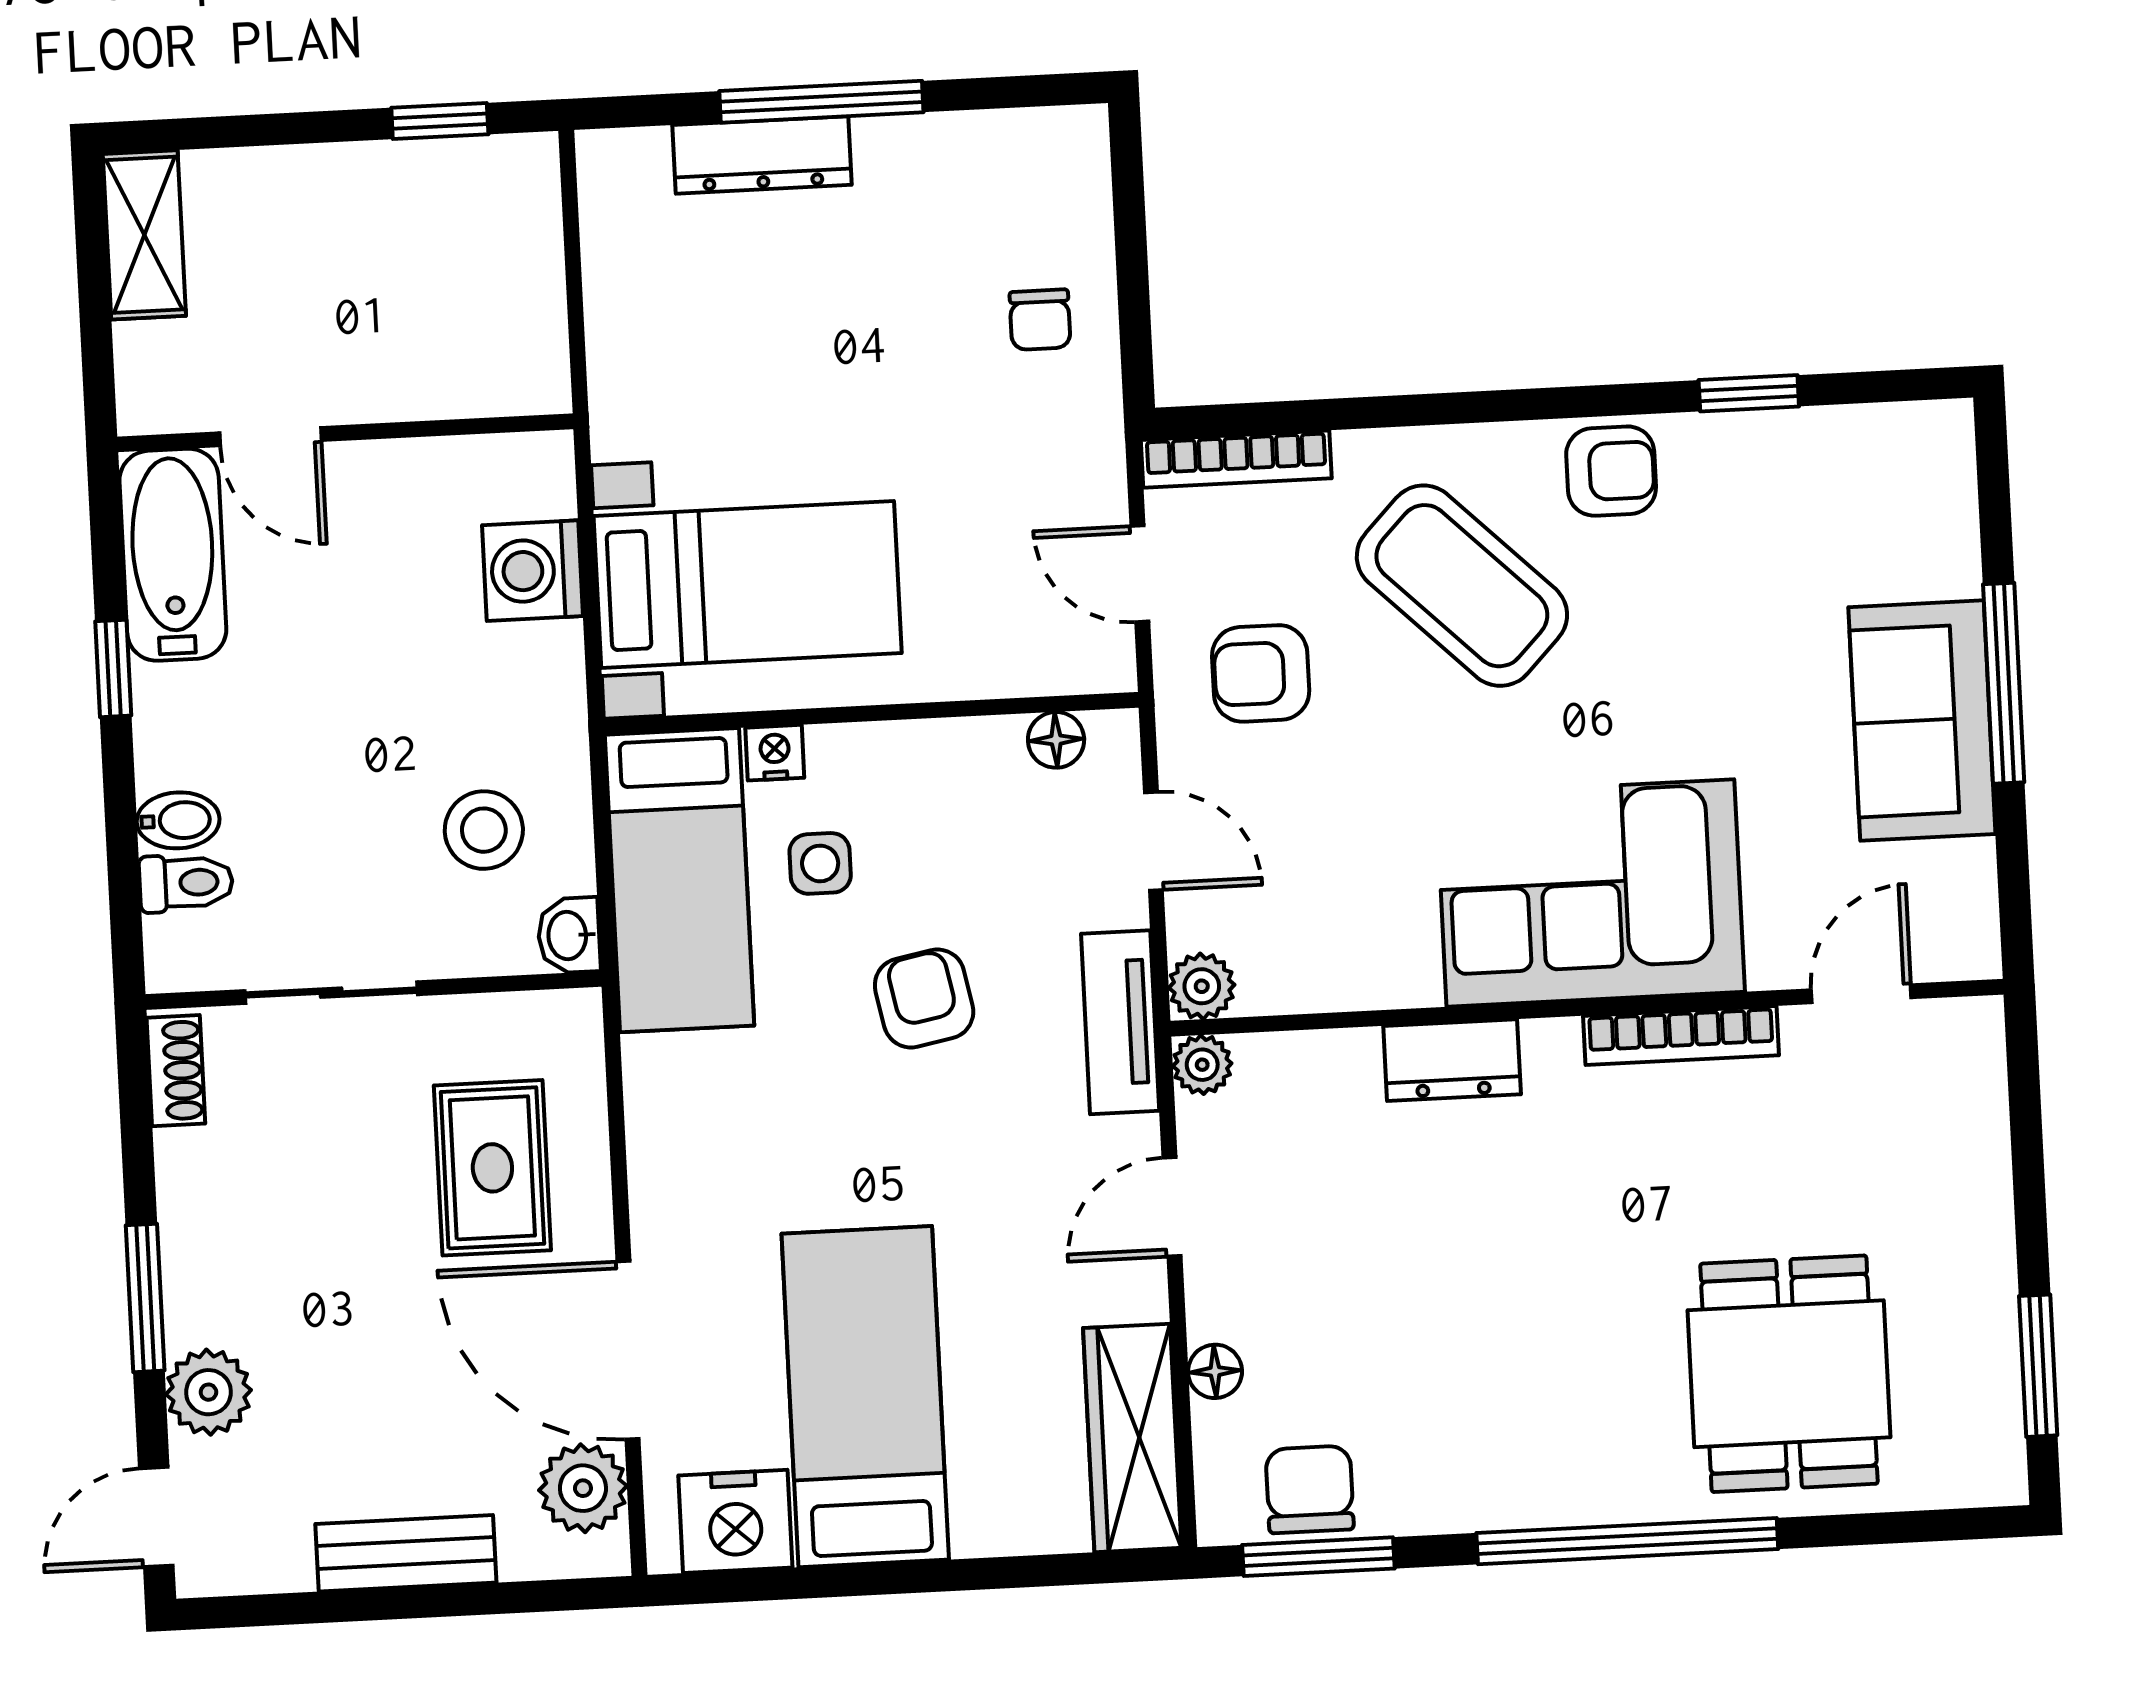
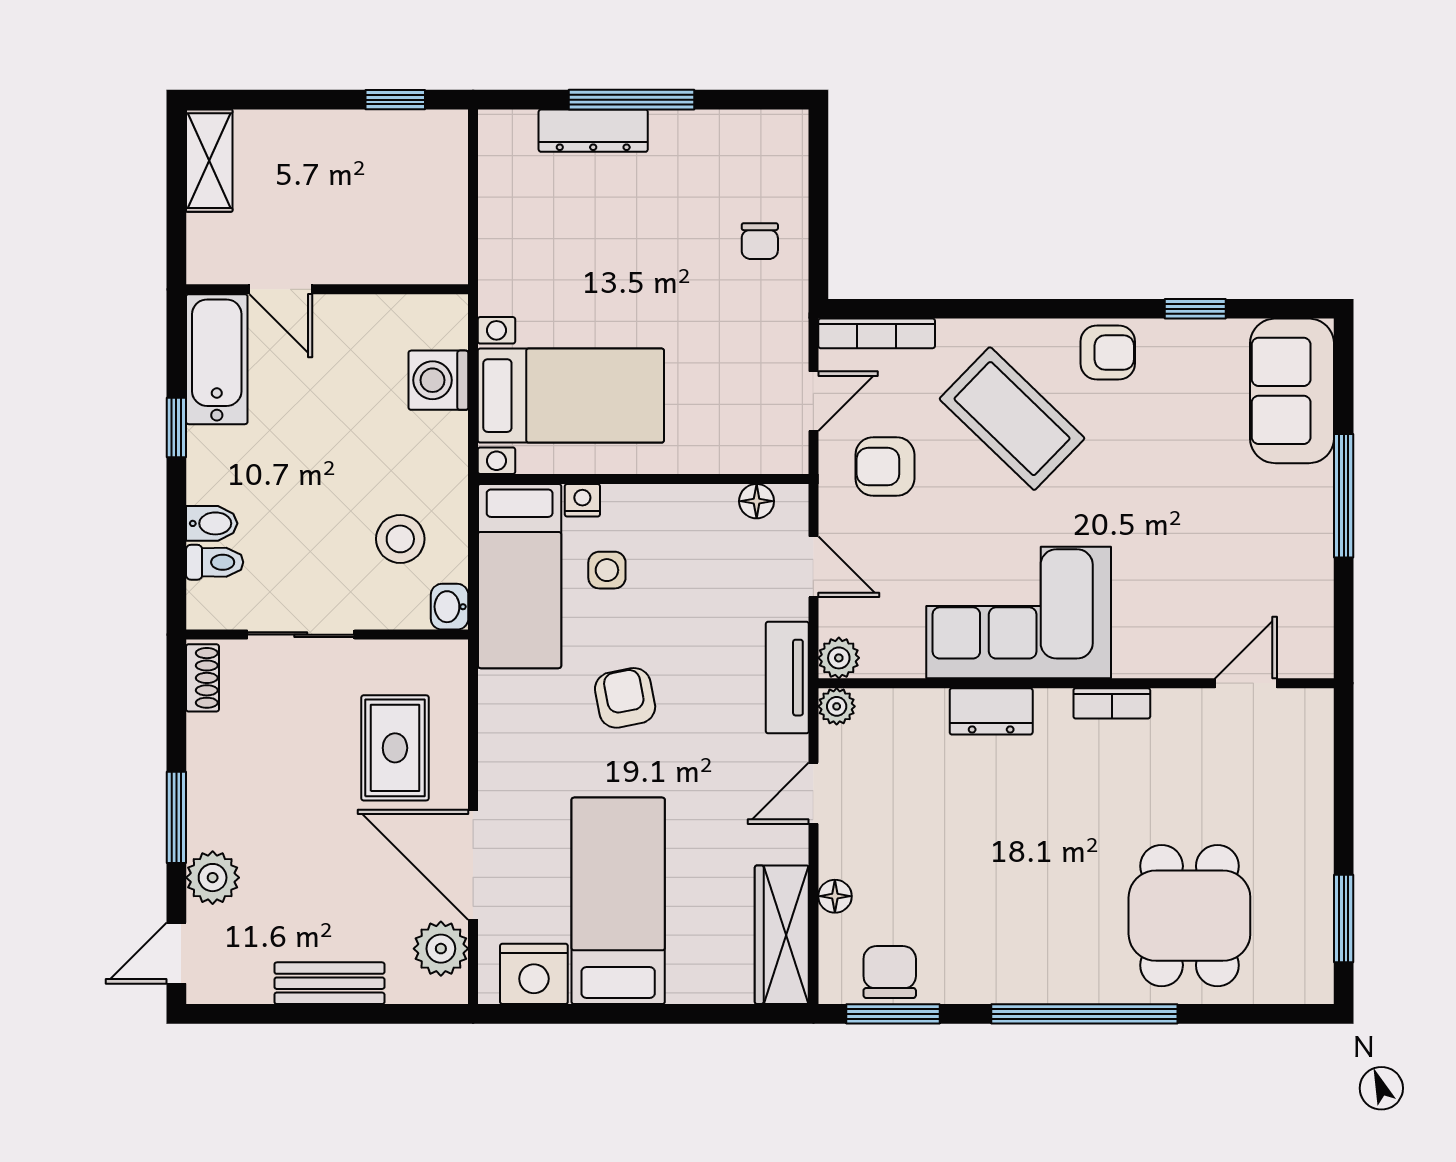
door: (1140, 574) -> (813, 401), swing flipped
sofa: (1922, 721) -> (1292, 391), moved
corner sofa: (1590, 893) -> (1019, 612), moved
armchair: (924, 998) -> (625, 698), moved
bookcase: (1681, 1036) -> (1112, 703), width x0.64

